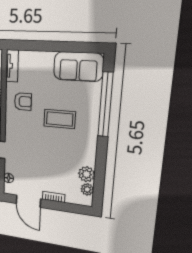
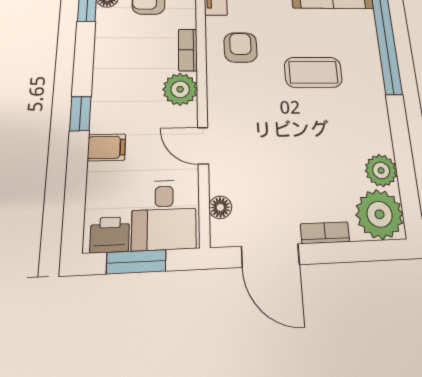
armchair: (23, 101) -> (240, 47), turned -90
plant: (87, 189) -> (380, 214), width x1.87, depth x1.87

